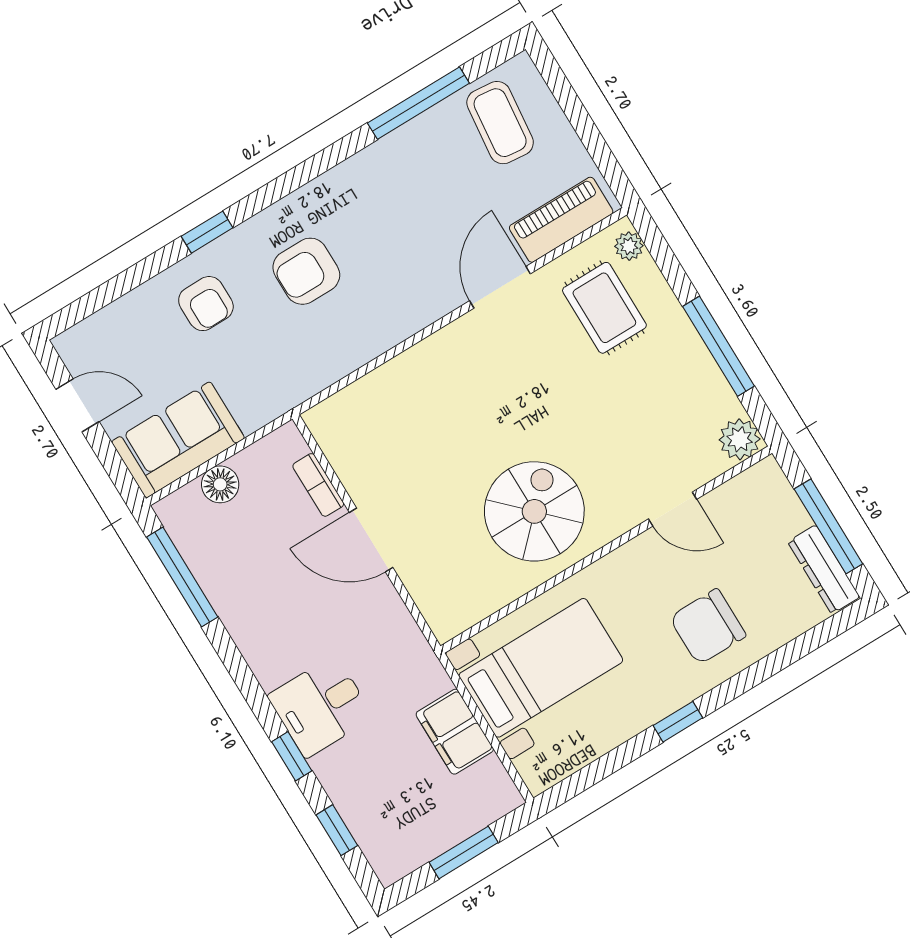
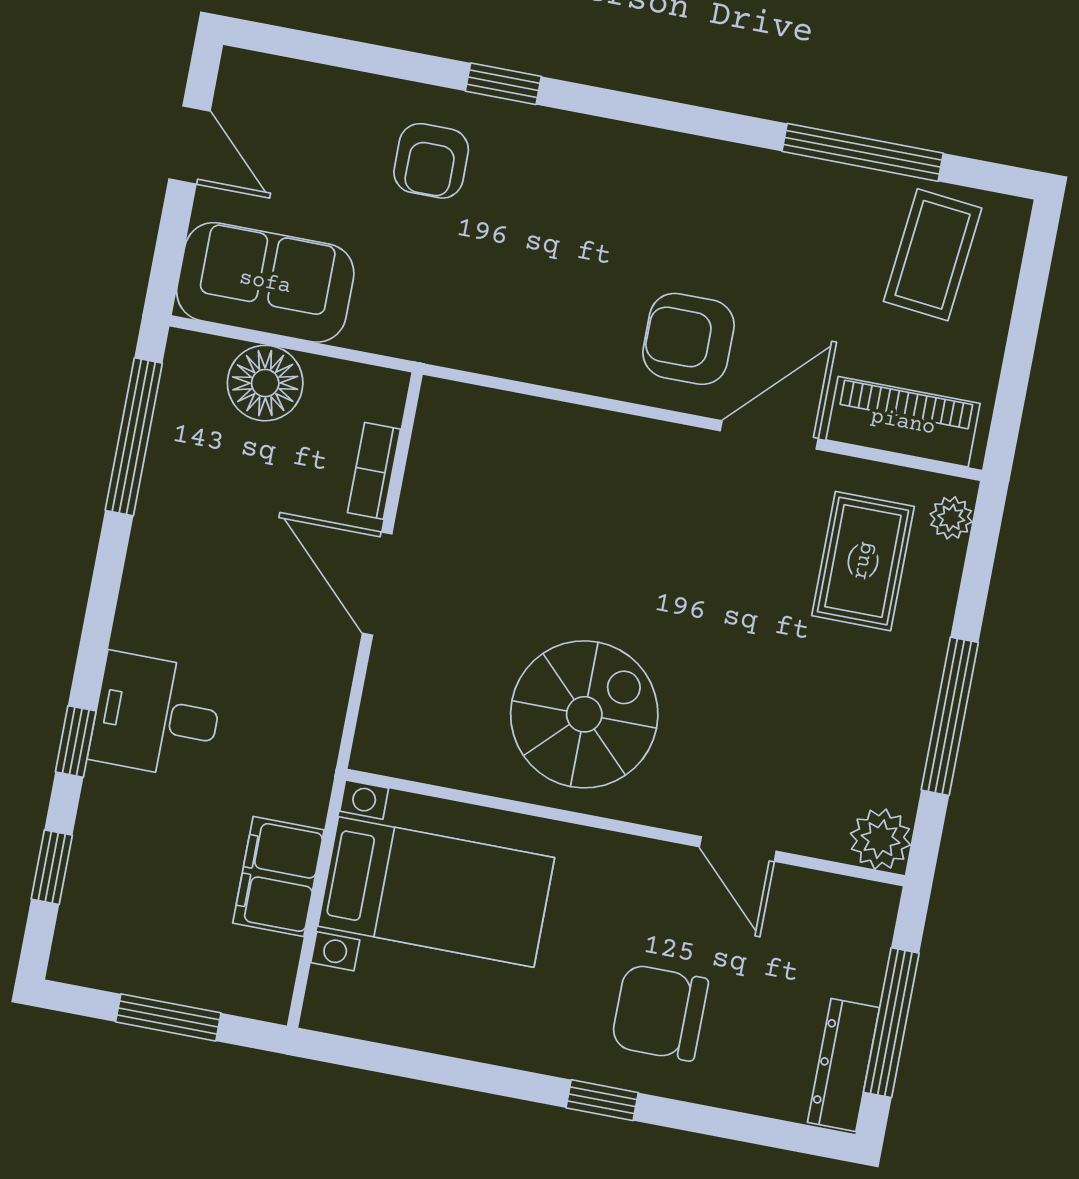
armchair: (306, 271) -> (688, 339), moved
floor lamp: (220, 484) -> (265, 383), width x1.38, depth x1.38
window: (678, 722) -> (602, 1100), moved

